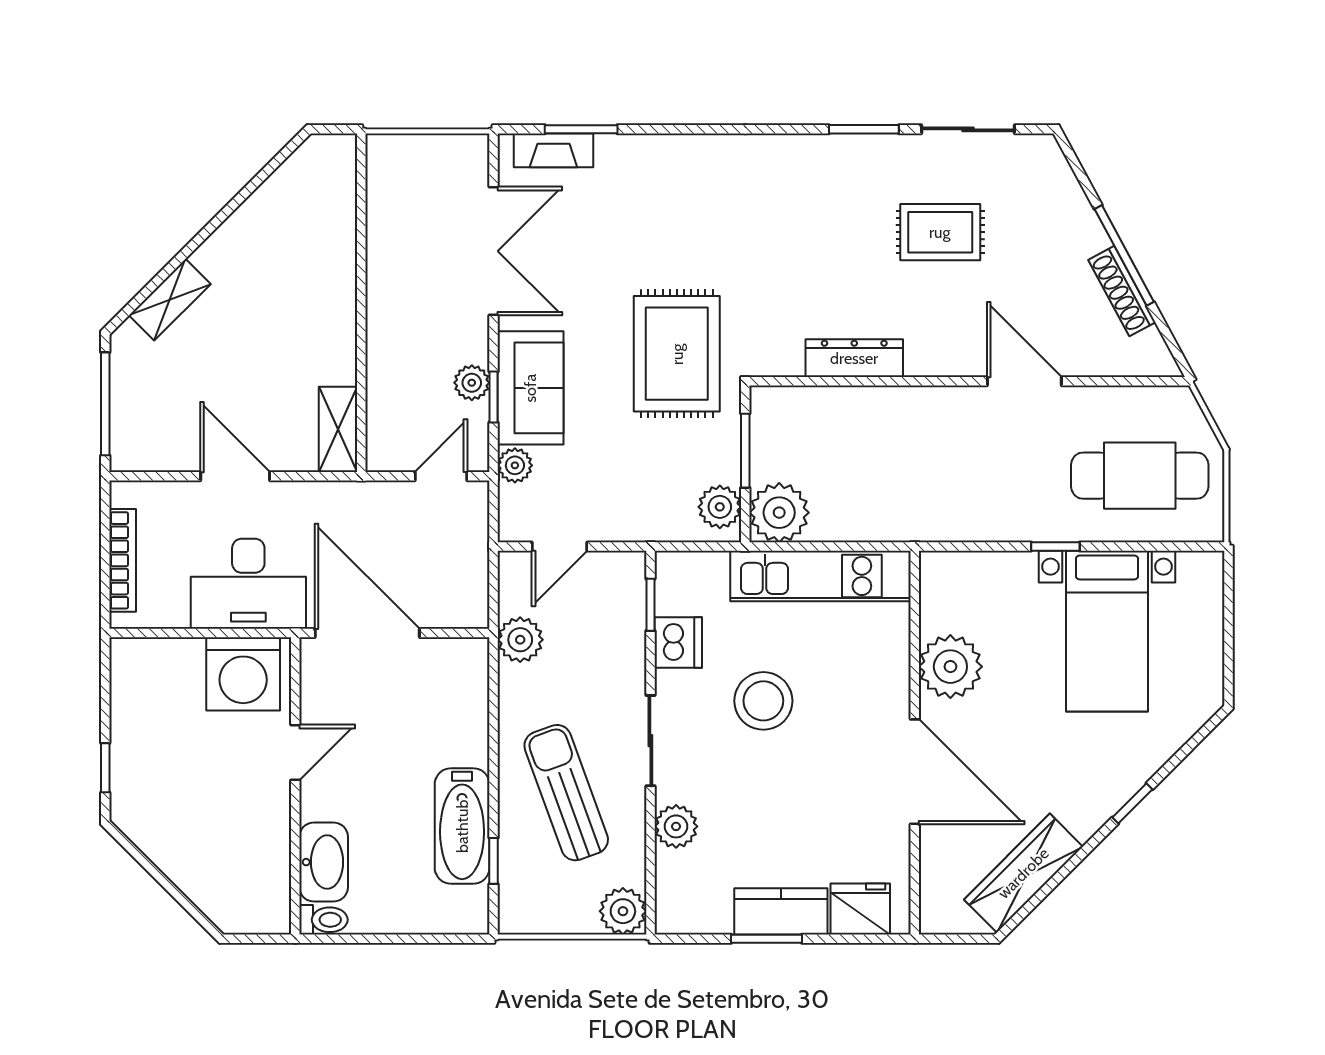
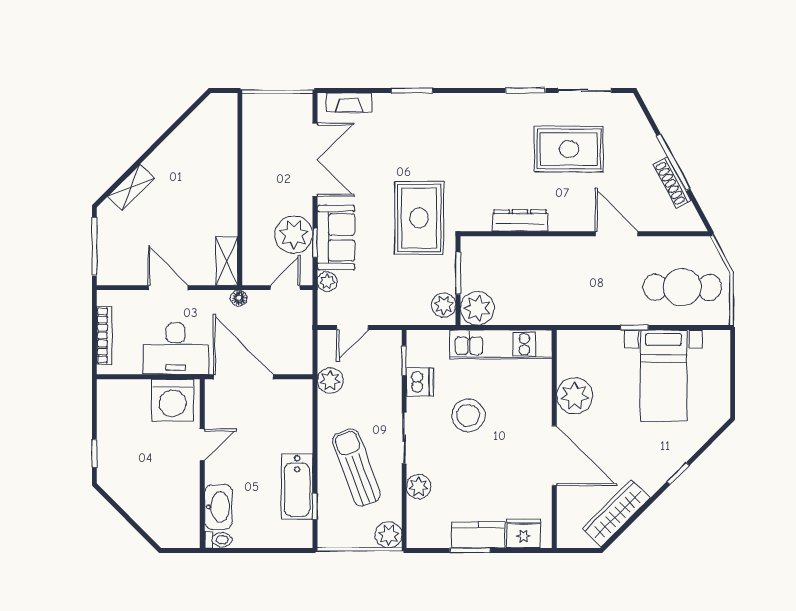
window: (581, 129) -> (412, 91), moved
rug: (940, 232) -> (569, 149), width x1.36, depth x1.43
plant: (472, 383) -> (294, 235), width x1.87, depth x1.87
floor lamp: (360, 494) -> (239, 298), added

